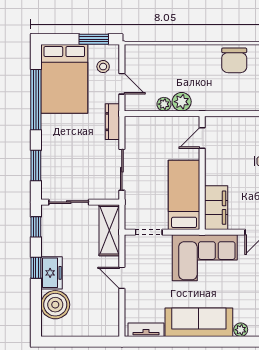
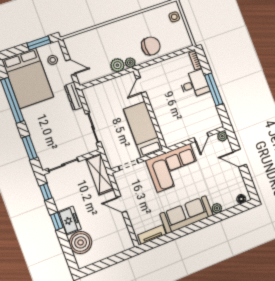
chair: (234, 60) -> (151, 46), moved, turned -90
plant: (164, 104) -> (130, 63), moved
filing cabinet: (216, 208) -> (169, 130), removed

